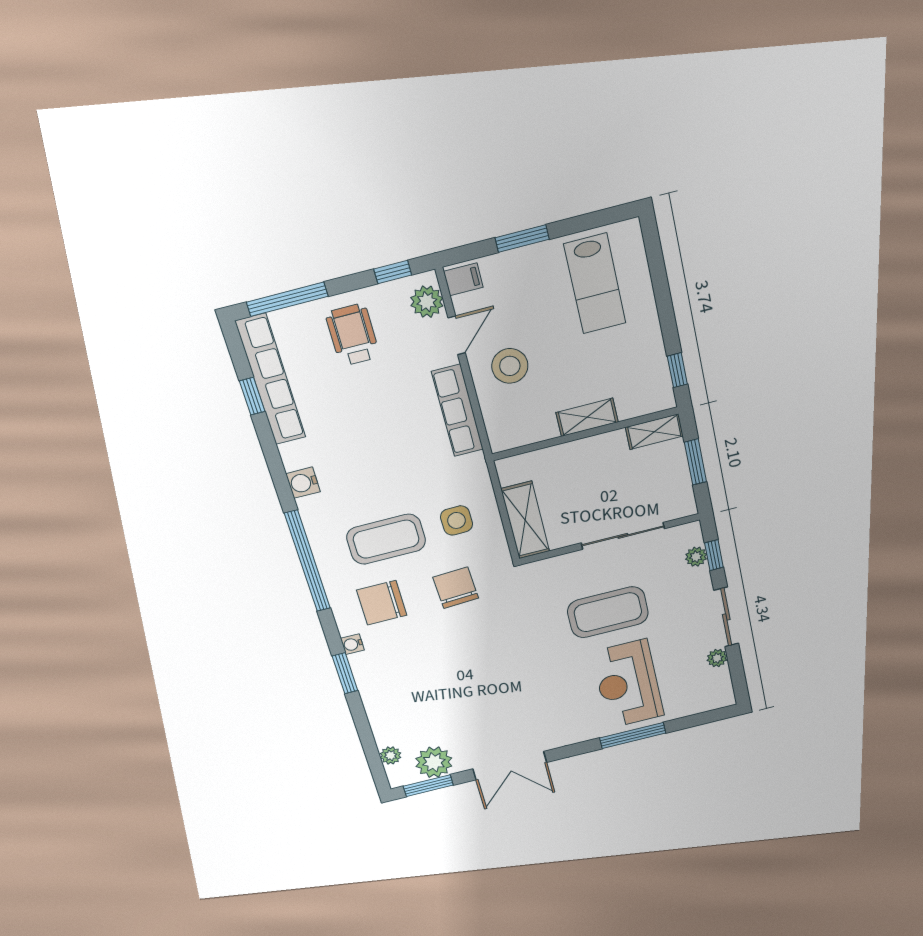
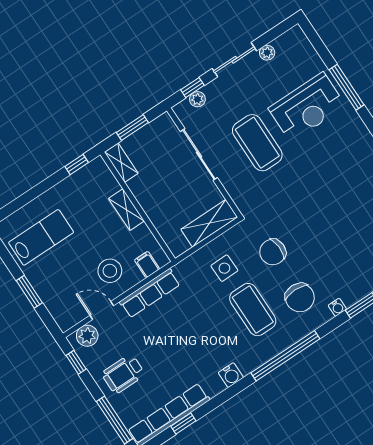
filing cabinet: (463, 279) -> (147, 265), moved

